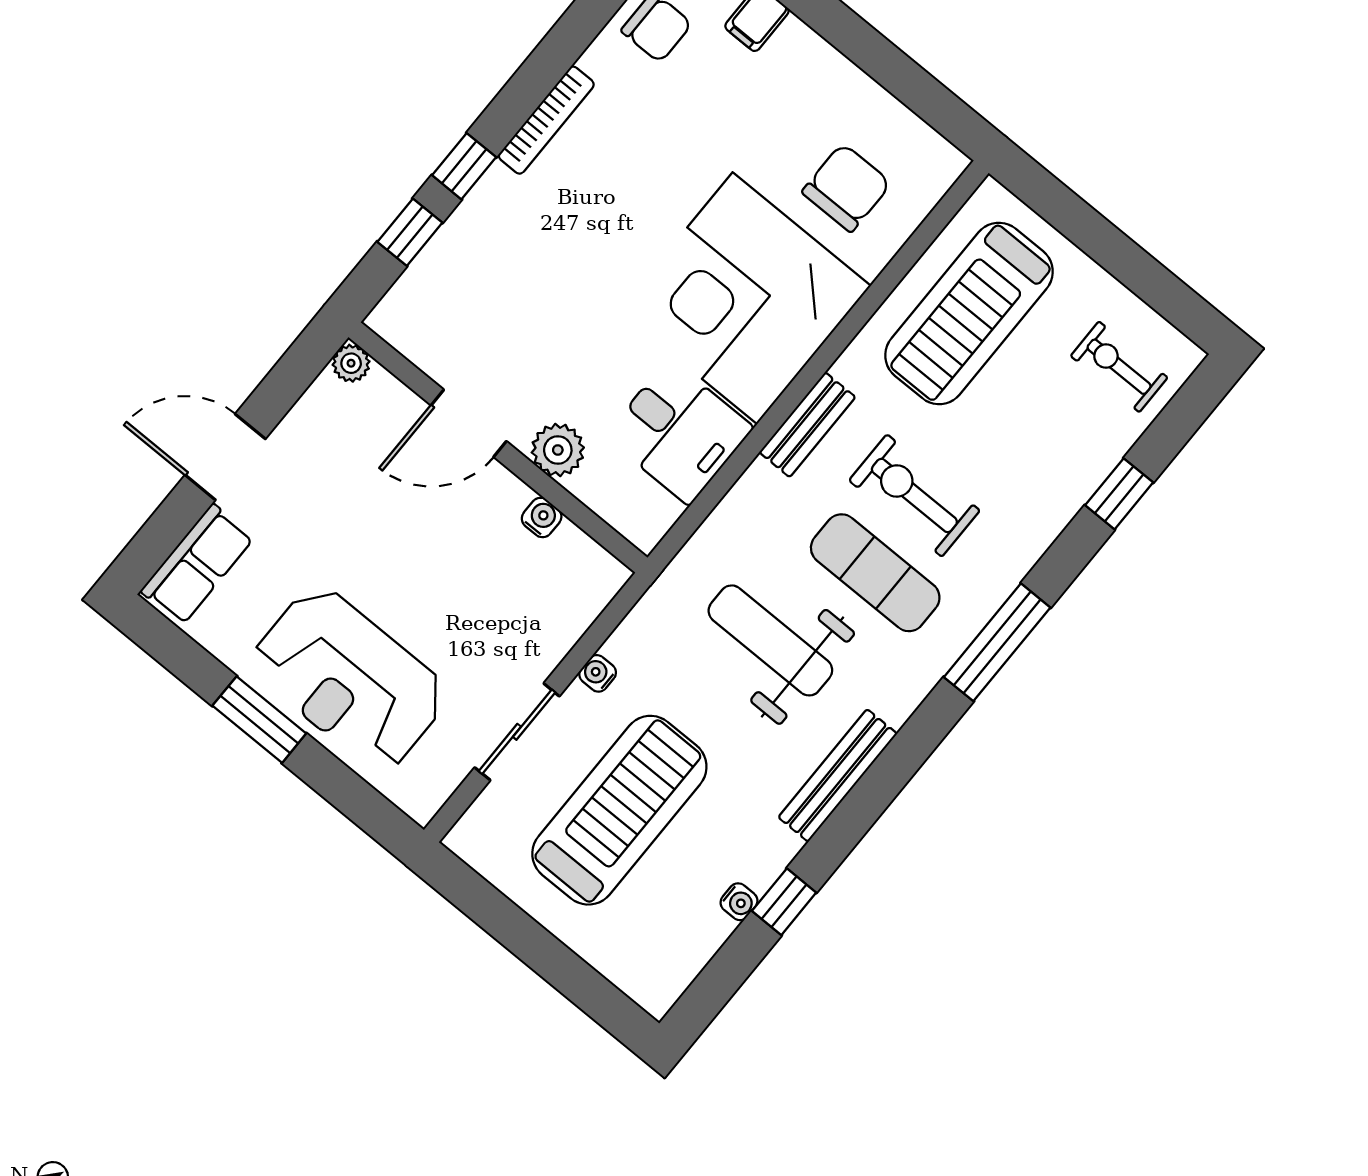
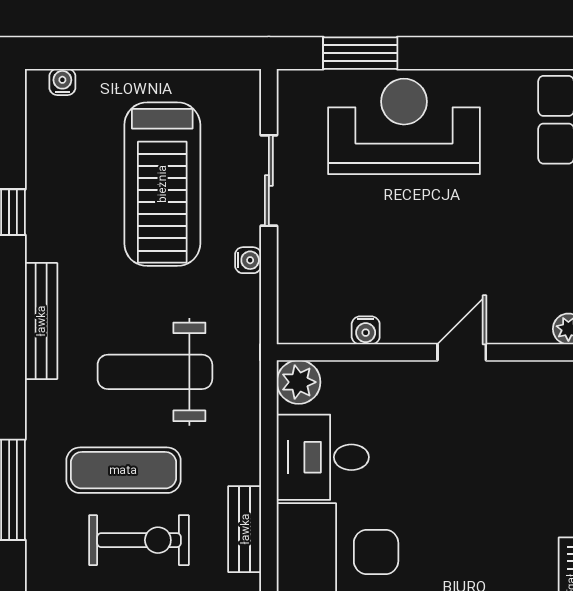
door: (469, 423) -> (462, 352), width x0.73
plant: (558, 450) -> (299, 382), moved
weight bench: (770, 640) -> (155, 372), turned 180
window: (259, 720) -> (360, 53), moved
water cooler: (739, 902) -> (62, 82), moved, turned 90

